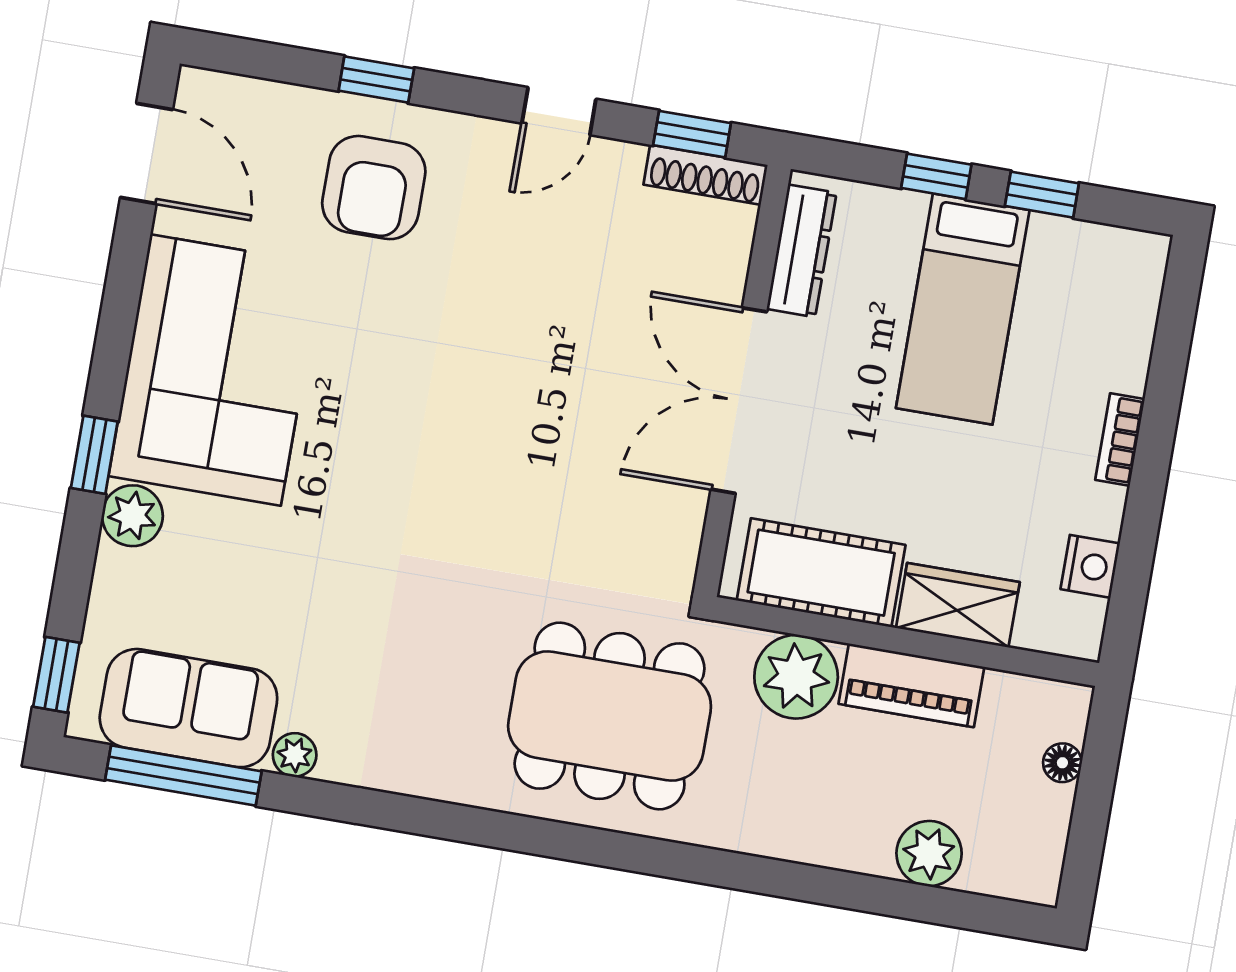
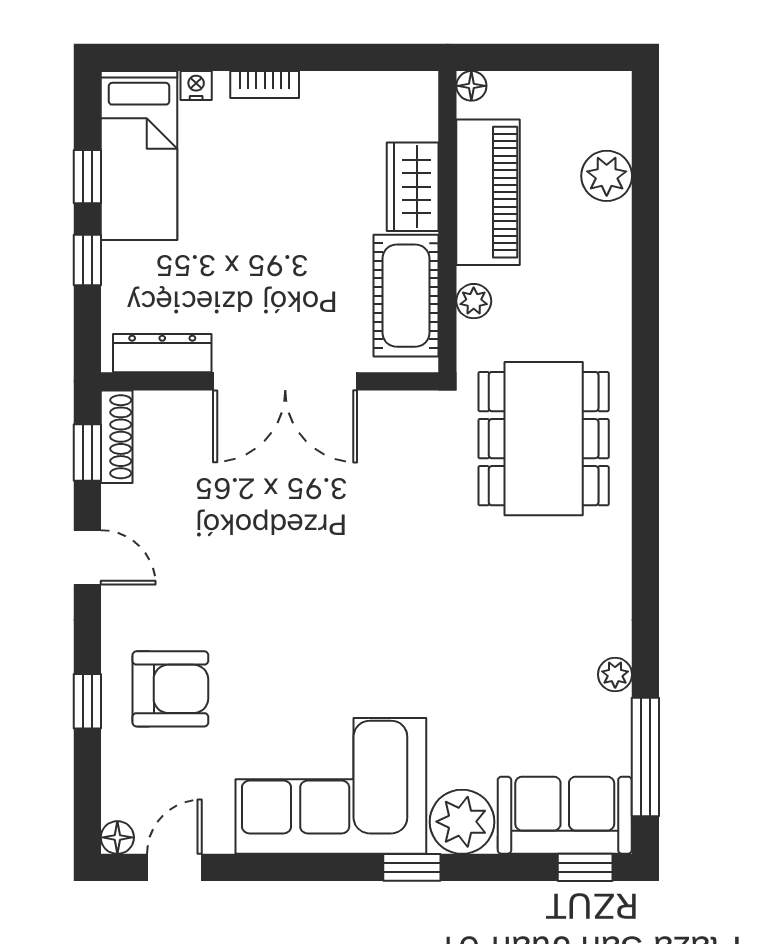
floor lamp: (197, 88) -> (117, 837), added
door: (146, 153) -> (174, 867), width x0.73
bed: (963, 309) -> (139, 155), moved, turned 90
plant: (132, 516) -> (462, 822), width x1.36, depth x1.36
nightstand: (1090, 566) -> (196, 85), moved, width x0.72, depth x0.74
plant: (796, 677) -> (474, 301), width x0.53, depth x0.53
piano: (911, 685) -> (488, 192), width x1.37, depth x1.33
sofa: (188, 708) -> (565, 815), moved, turned 90
floor lamp: (1062, 763) -> (471, 86), moved

